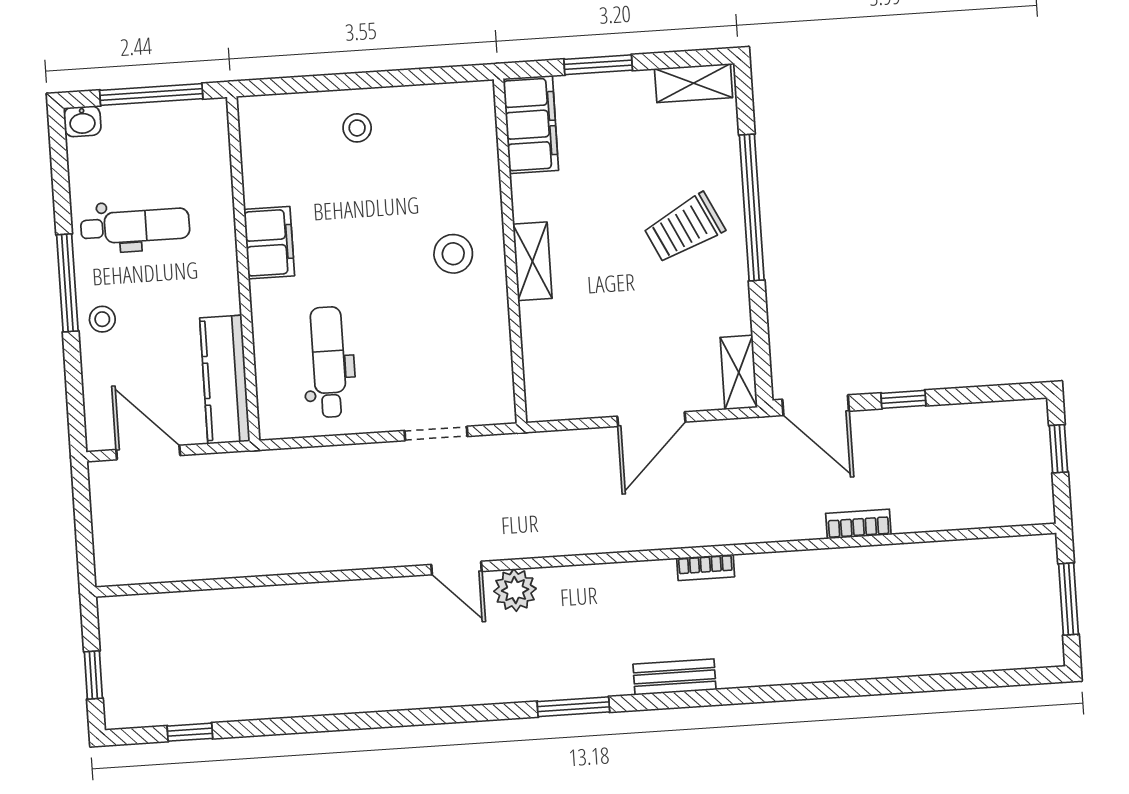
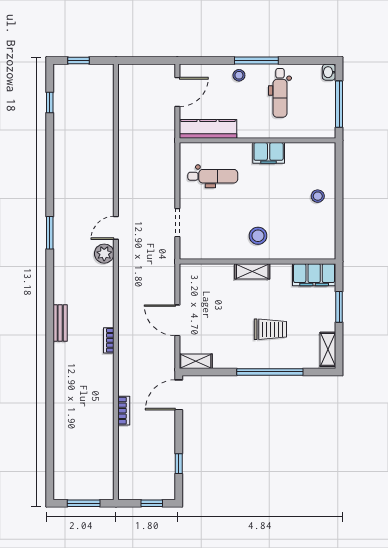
trolley: (684, 228) -> (270, 329), moved, turned 116
window: (903, 399) -> (179, 464), moved
window: (573, 707) -> (50, 233), moved

